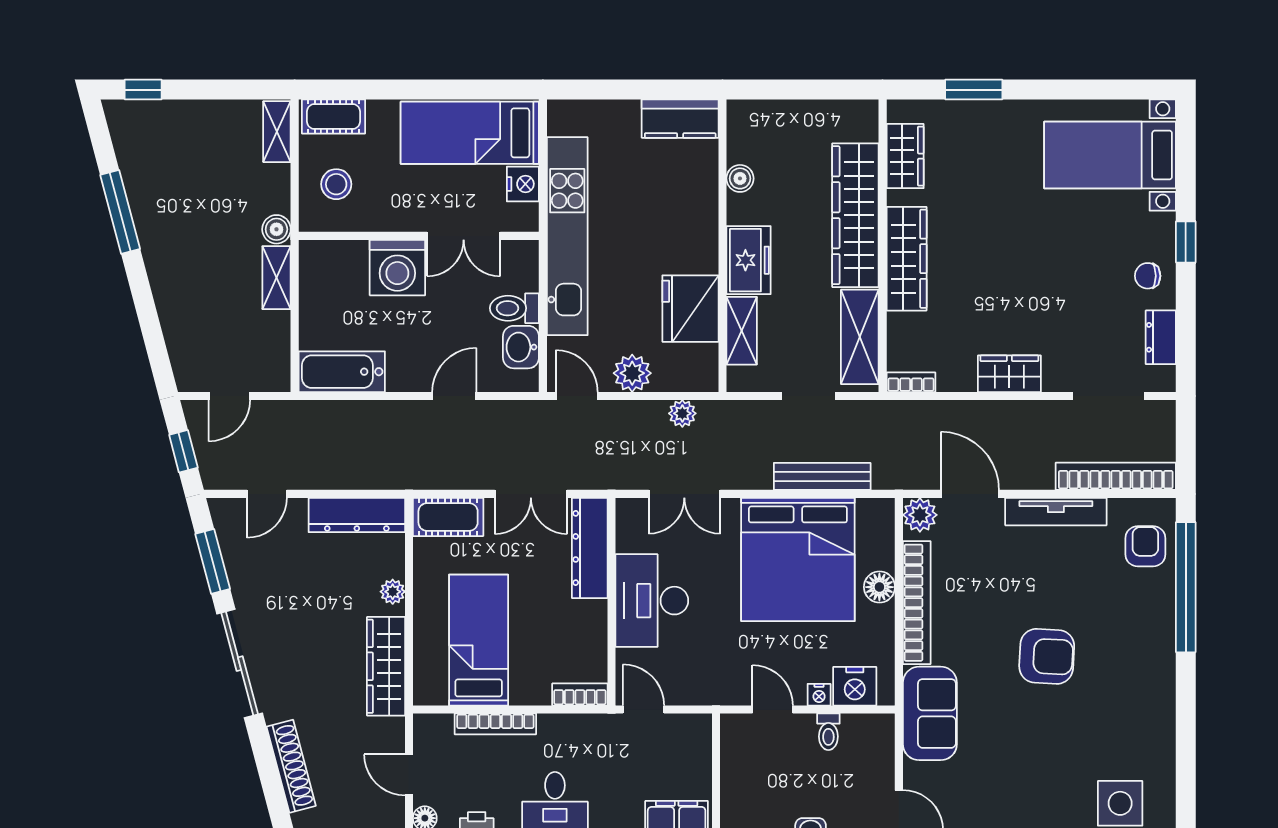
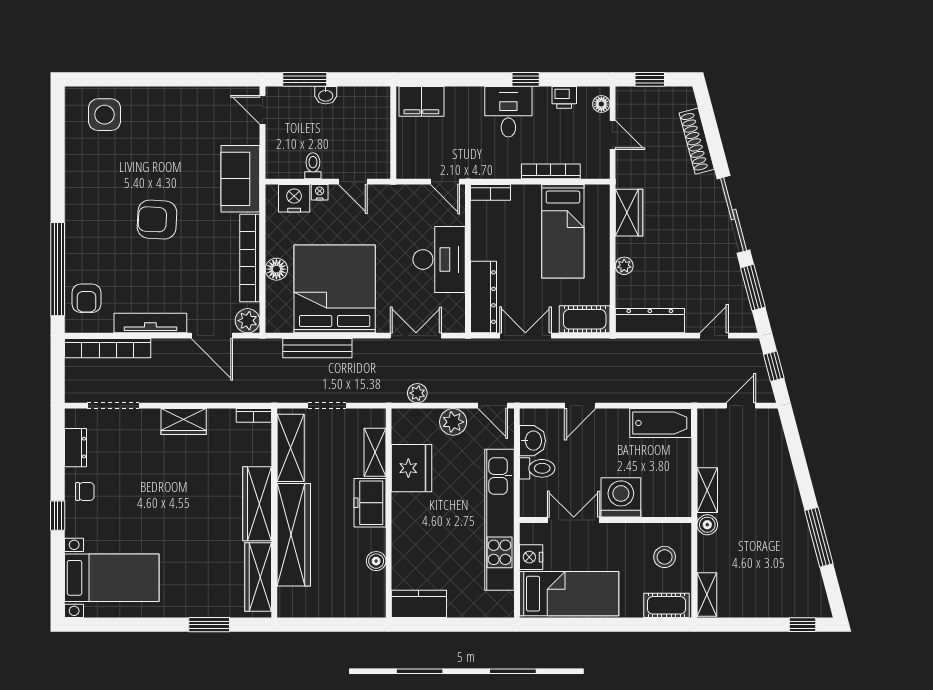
wardrobe: (905, 156) -> (258, 577), width x1.50
wardrobe: (386, 666) -> (629, 213), width x0.67

